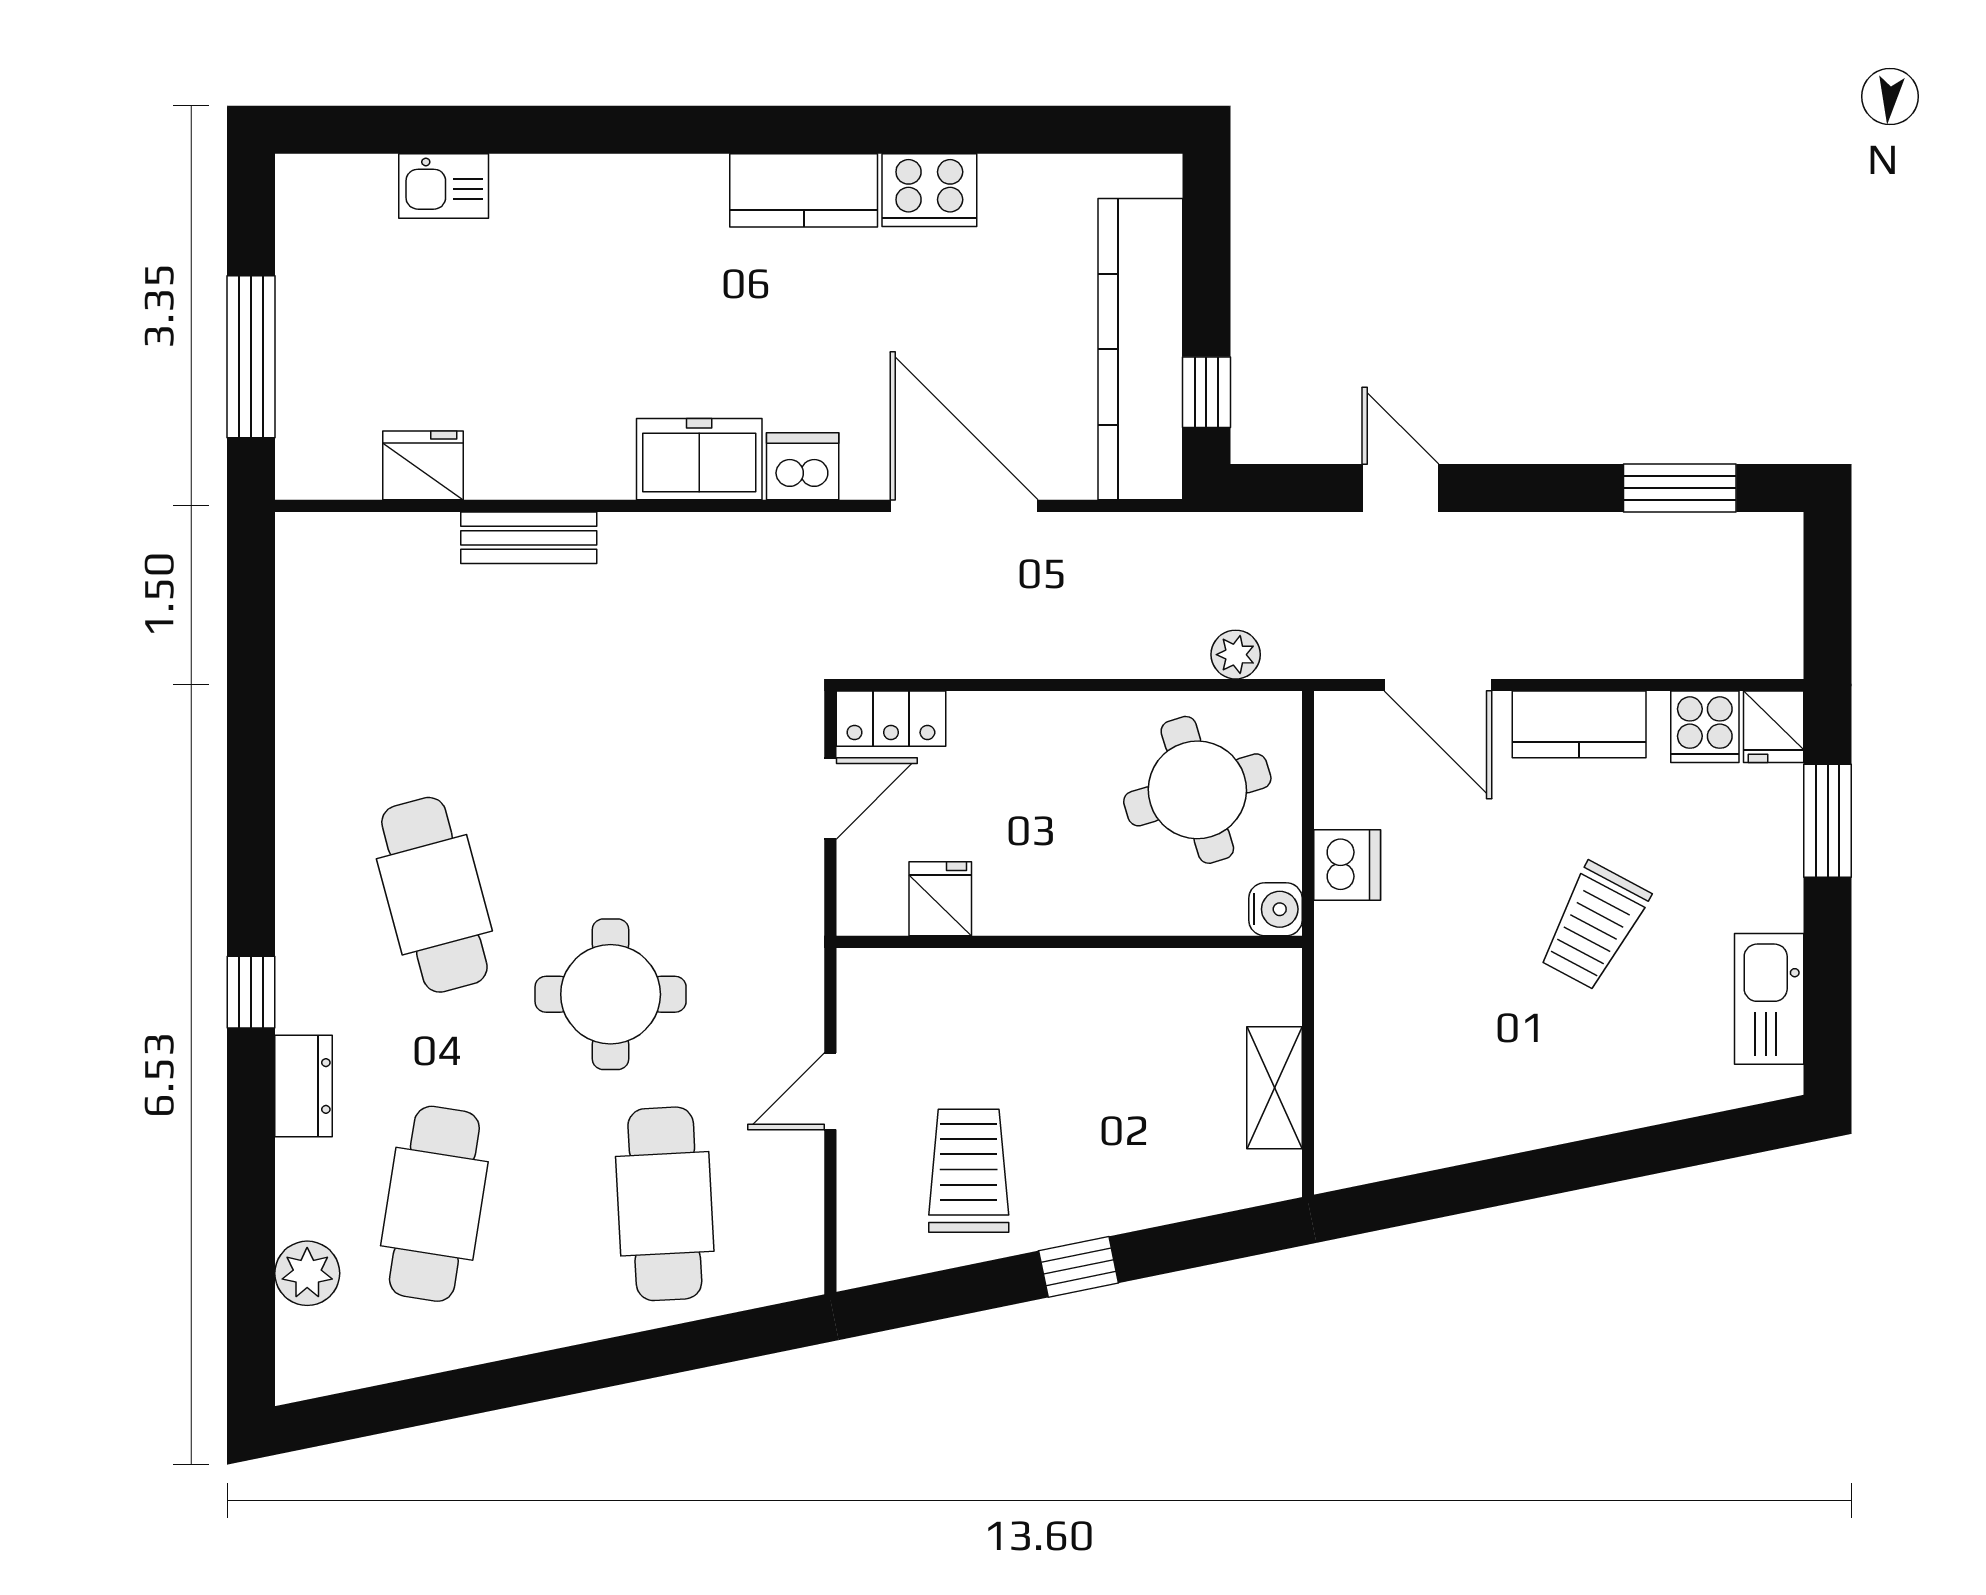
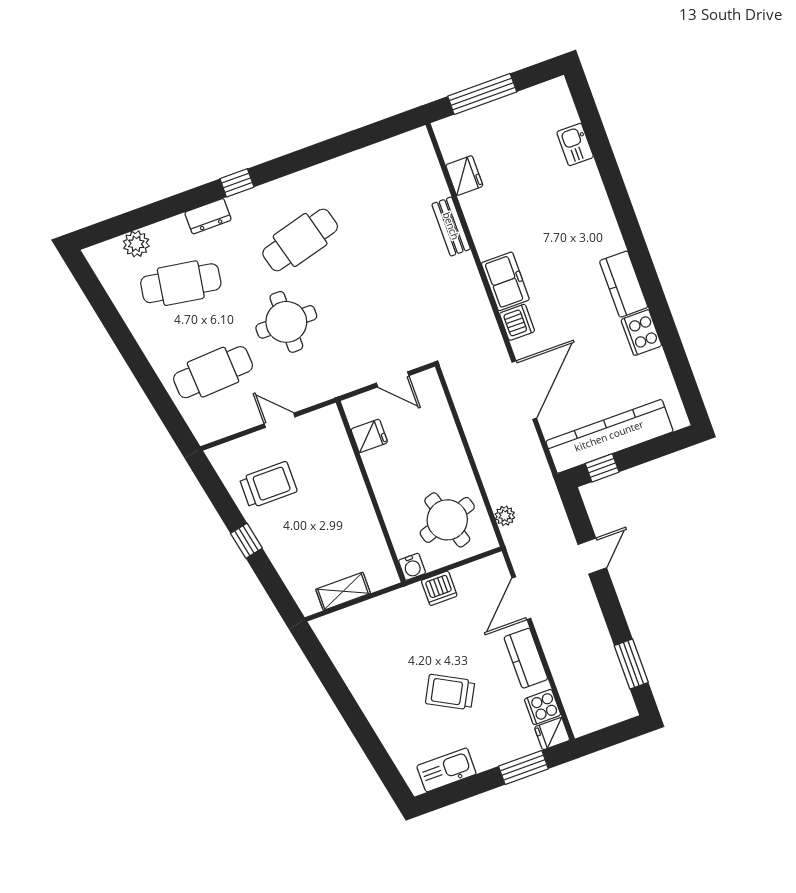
locker: (891, 719) -> (432, 392), removed

